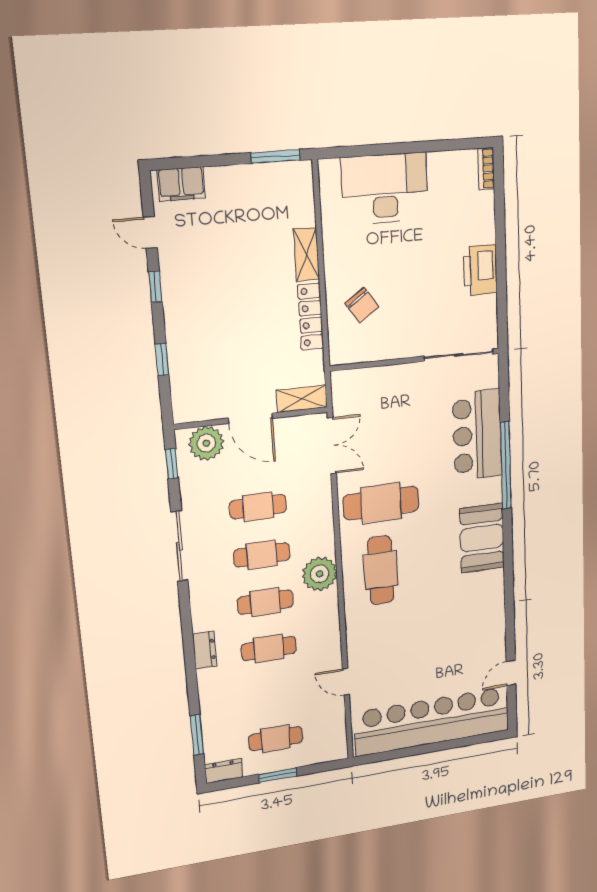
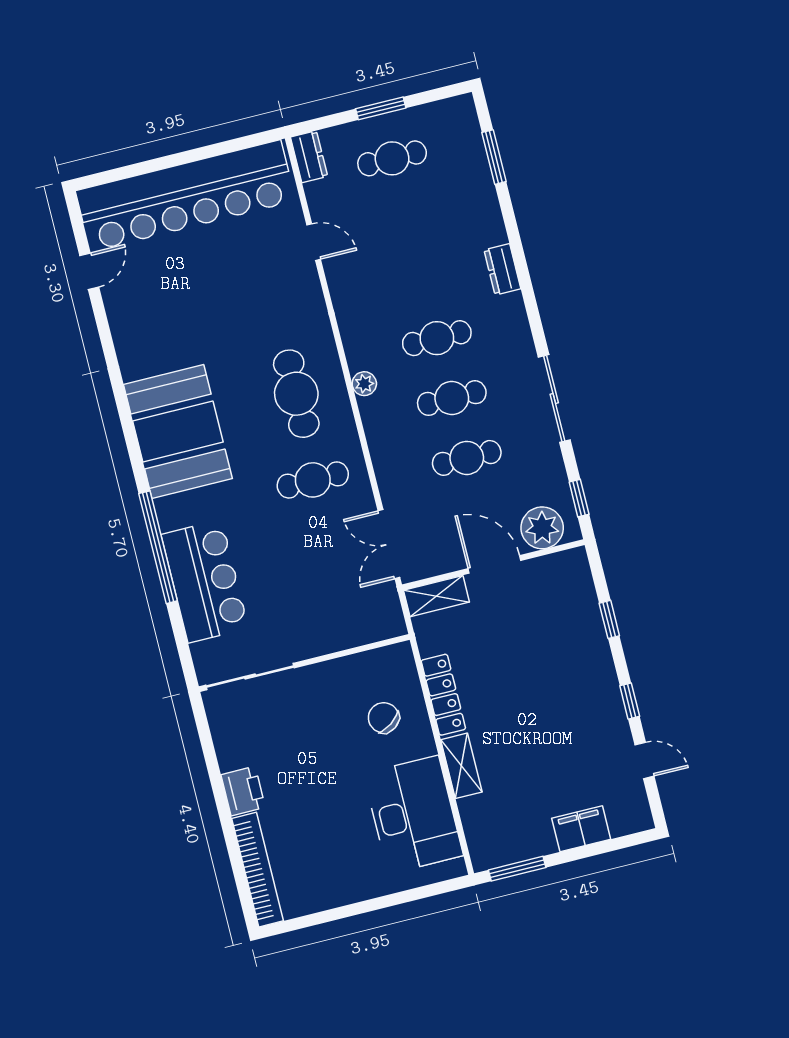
bookcase: (486, 169) -> (258, 870), width x2.31, depth x1.31
filing cabinet: (181, 184) -> (581, 829), moved
desk: (385, 189) -> (413, 815), moved, turned -90
printer: (480, 270) -> (243, 791), width x0.73, depth x0.84
cafe table: (381, 503) -> (313, 480), width x0.73, depth x0.74
booth: (482, 538) -> (178, 431), width x1.36, depth x1.42
plant: (320, 574) -> (364, 384), width x0.53, depth x0.53
cafe table: (269, 649) -> (422, 278), removed
dresser: (224, 771) -> (309, 157), moved, turned -90

